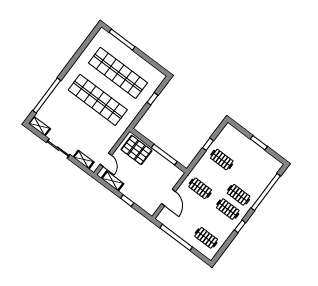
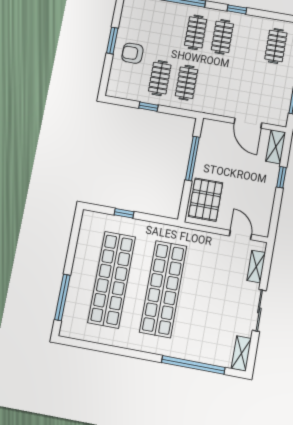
armchair: (245, 151) -> (132, 53), added
door: (106, 160) -> (241, 235), hinge flipped
shelving: (113, 181) -> (276, 147), moved
clothes rail: (200, 188) -> (186, 83), moved
door: (169, 198) -> (248, 123), swing flipped

